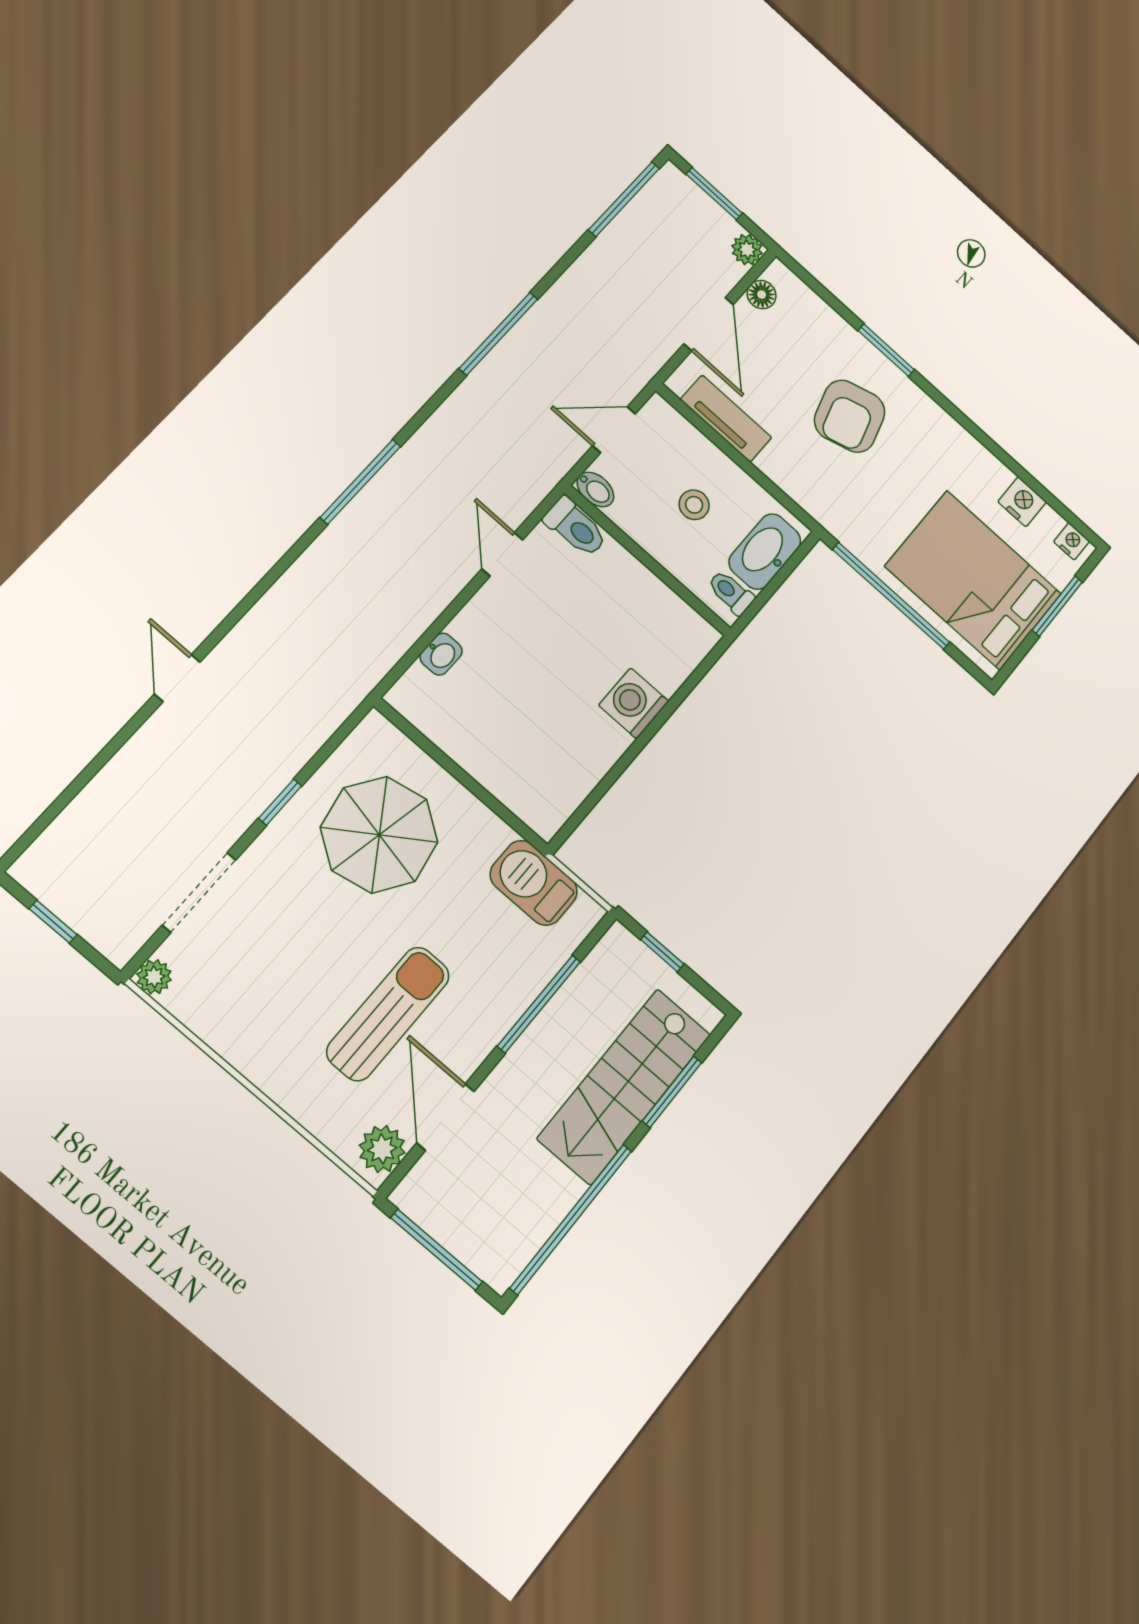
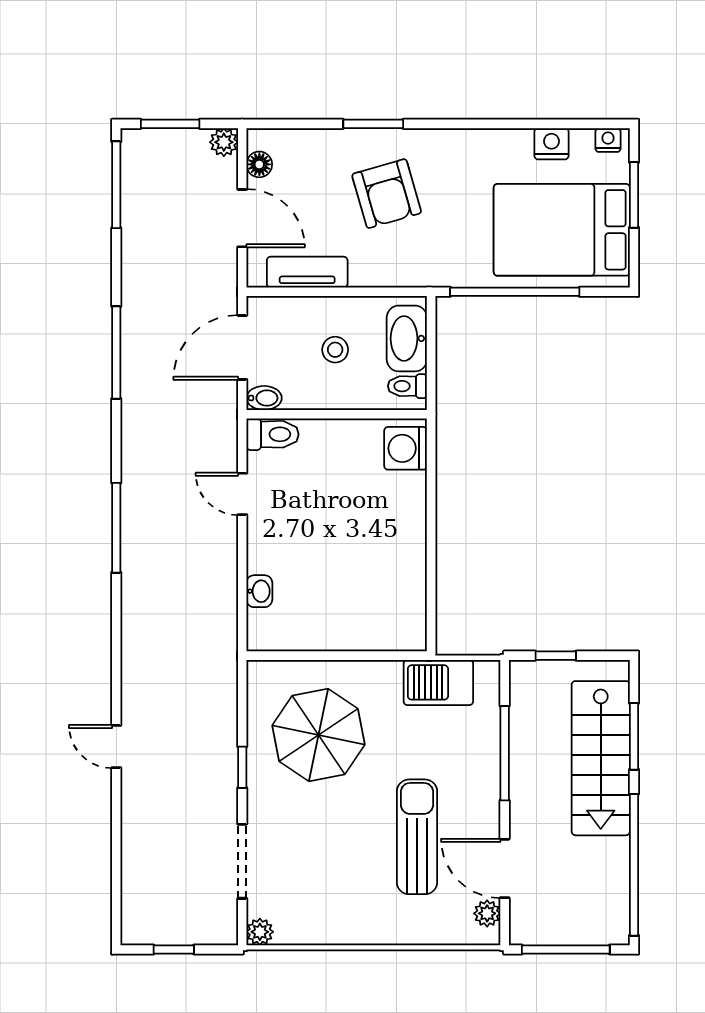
door: (614, 430) -> (242, 347), width x1.38
washing machine: (634, 703) -> (406, 448), moved
plant: (382, 1149) -> (487, 913), width x0.73, depth x0.73

